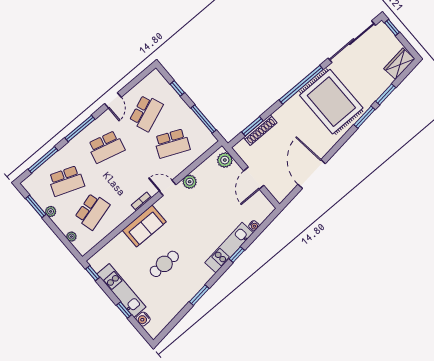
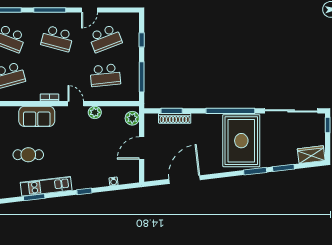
school desk: (172, 143) -> (105, 75), turned -30
kitchen unit: (229, 248) -> (46, 186), moved

